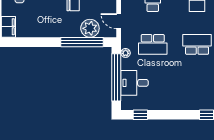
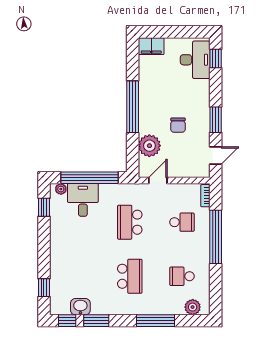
window: (82, 42) -> (133, 107), moved
plant: (126, 53) -> (61, 189), moved

